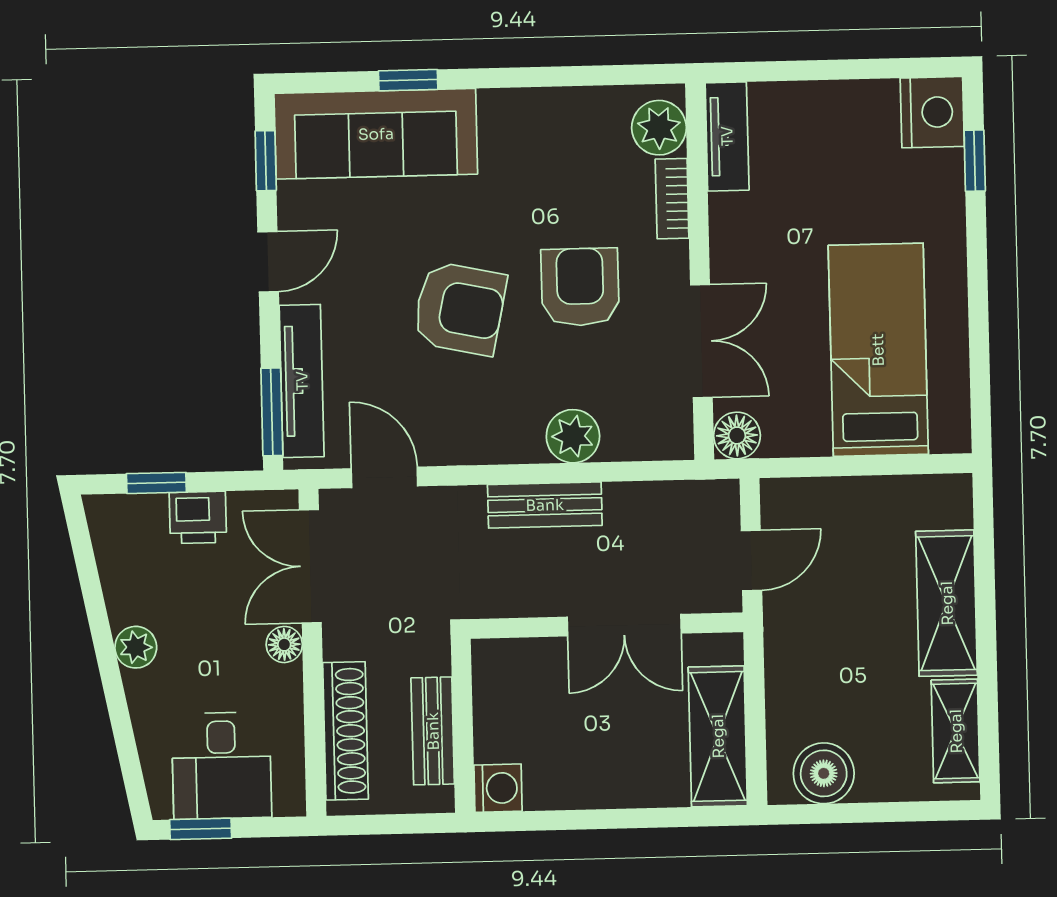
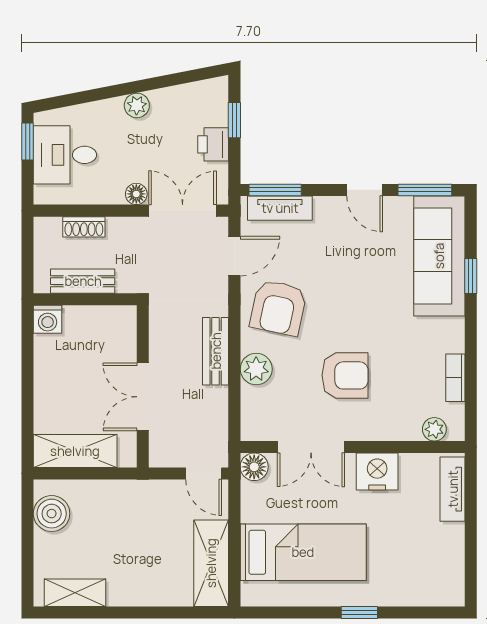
nightstand: (932, 112) -> (377, 472), moved, turned 180
plant: (659, 128) -> (434, 429), width x0.73, depth x0.73
tv unit: (727, 136) -> (453, 489), moved, turned 90
window: (266, 161) -> (425, 190), width x1.50
window: (975, 161) -> (359, 612), moved
bookcase: (672, 199) -> (455, 378), moved, turned -90
armchair: (460, 308) -> (278, 308), moved
tv unit: (302, 381) -> (280, 208), width x0.71
door: (751, 560) -> (204, 474), moved
shelving: (947, 603) -> (211, 563), moved, turned 90
shoe rack: (345, 731) -> (84, 227), width x0.51, depth x0.81

